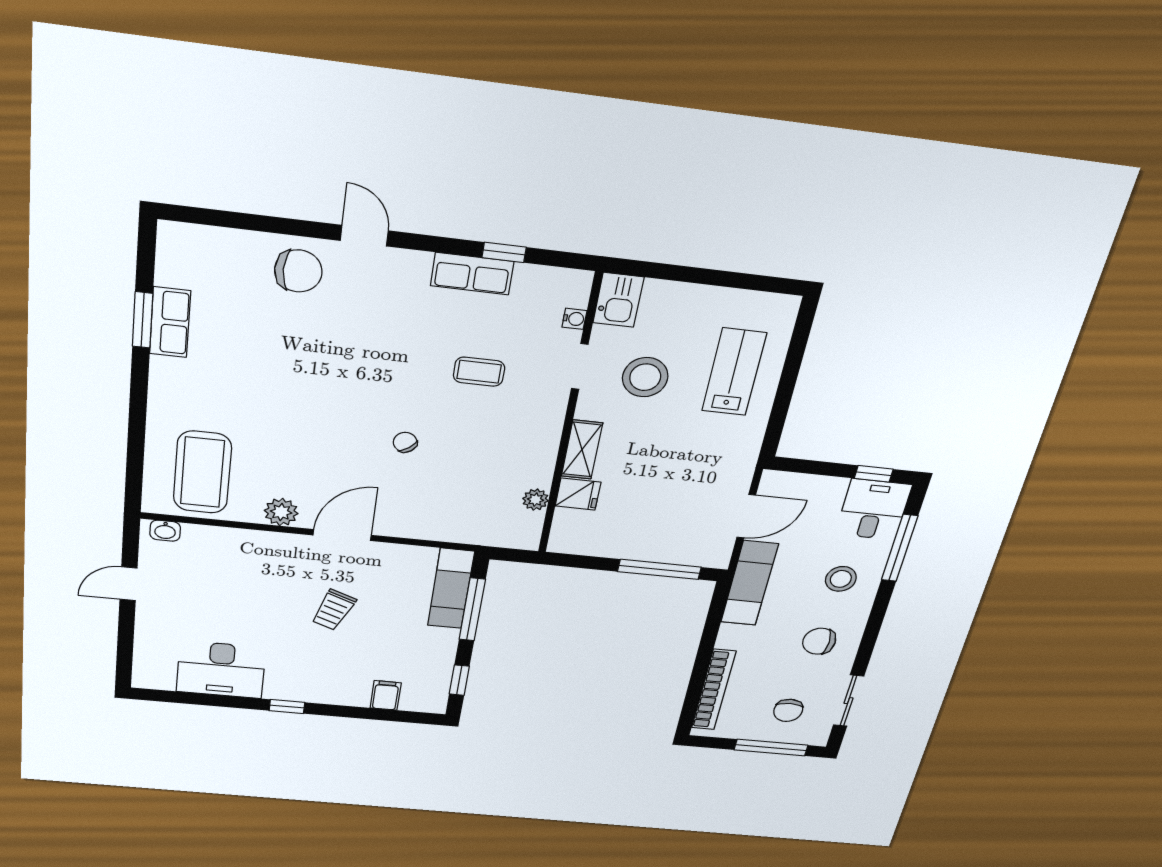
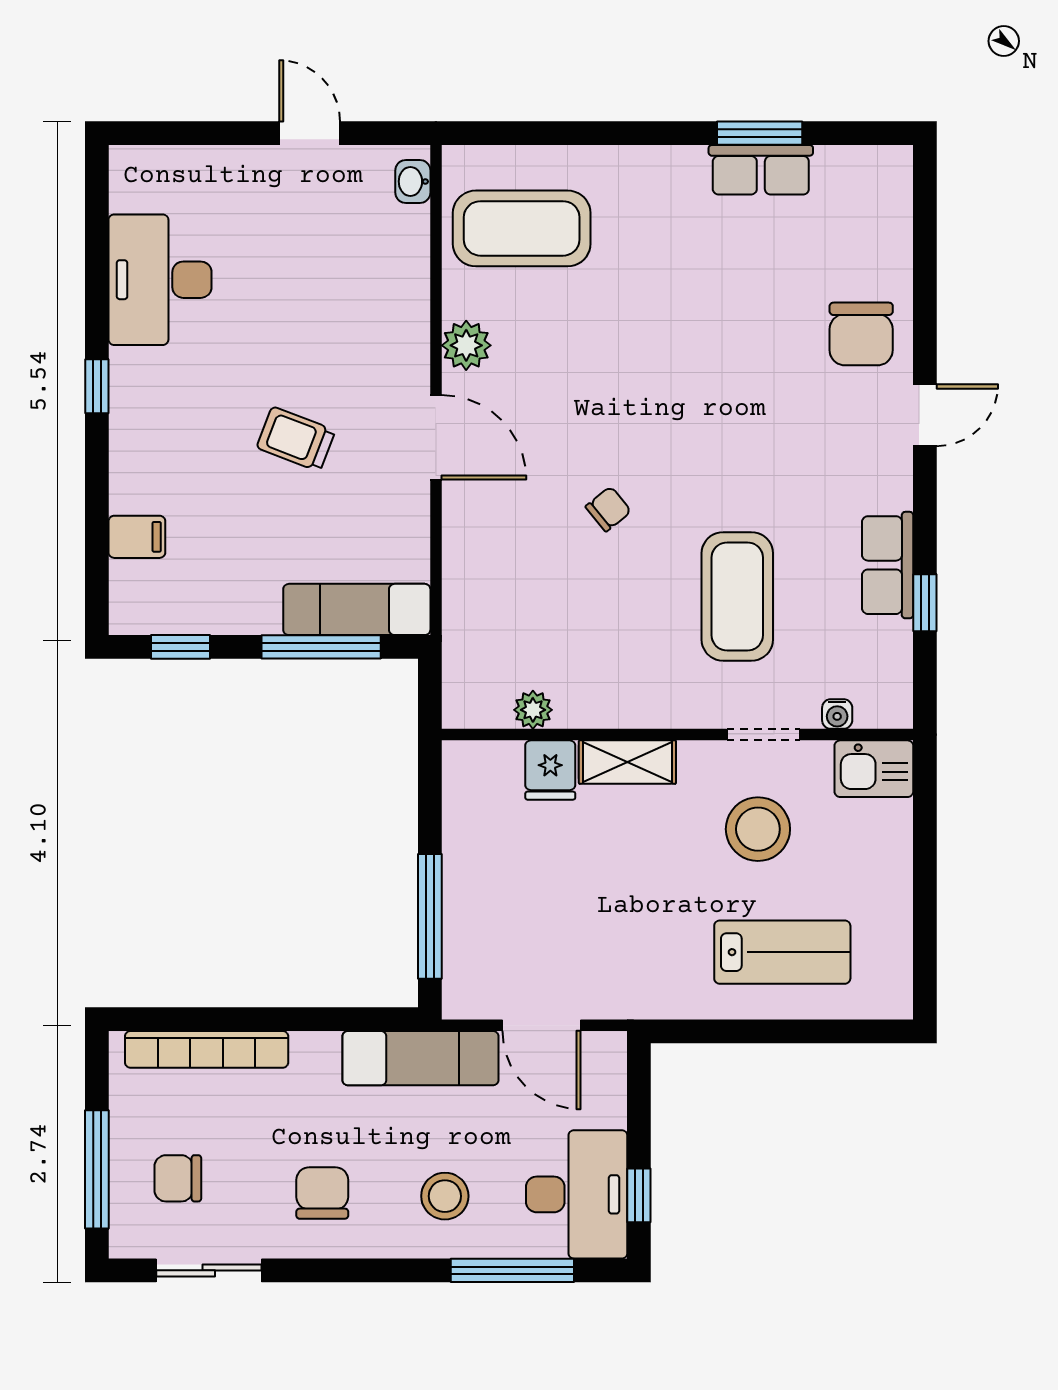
coffee table: (479, 372) -> (737, 596), width x1.86, depth x1.72
desk: (873, 509) -> (577, 1194), width x1.37

